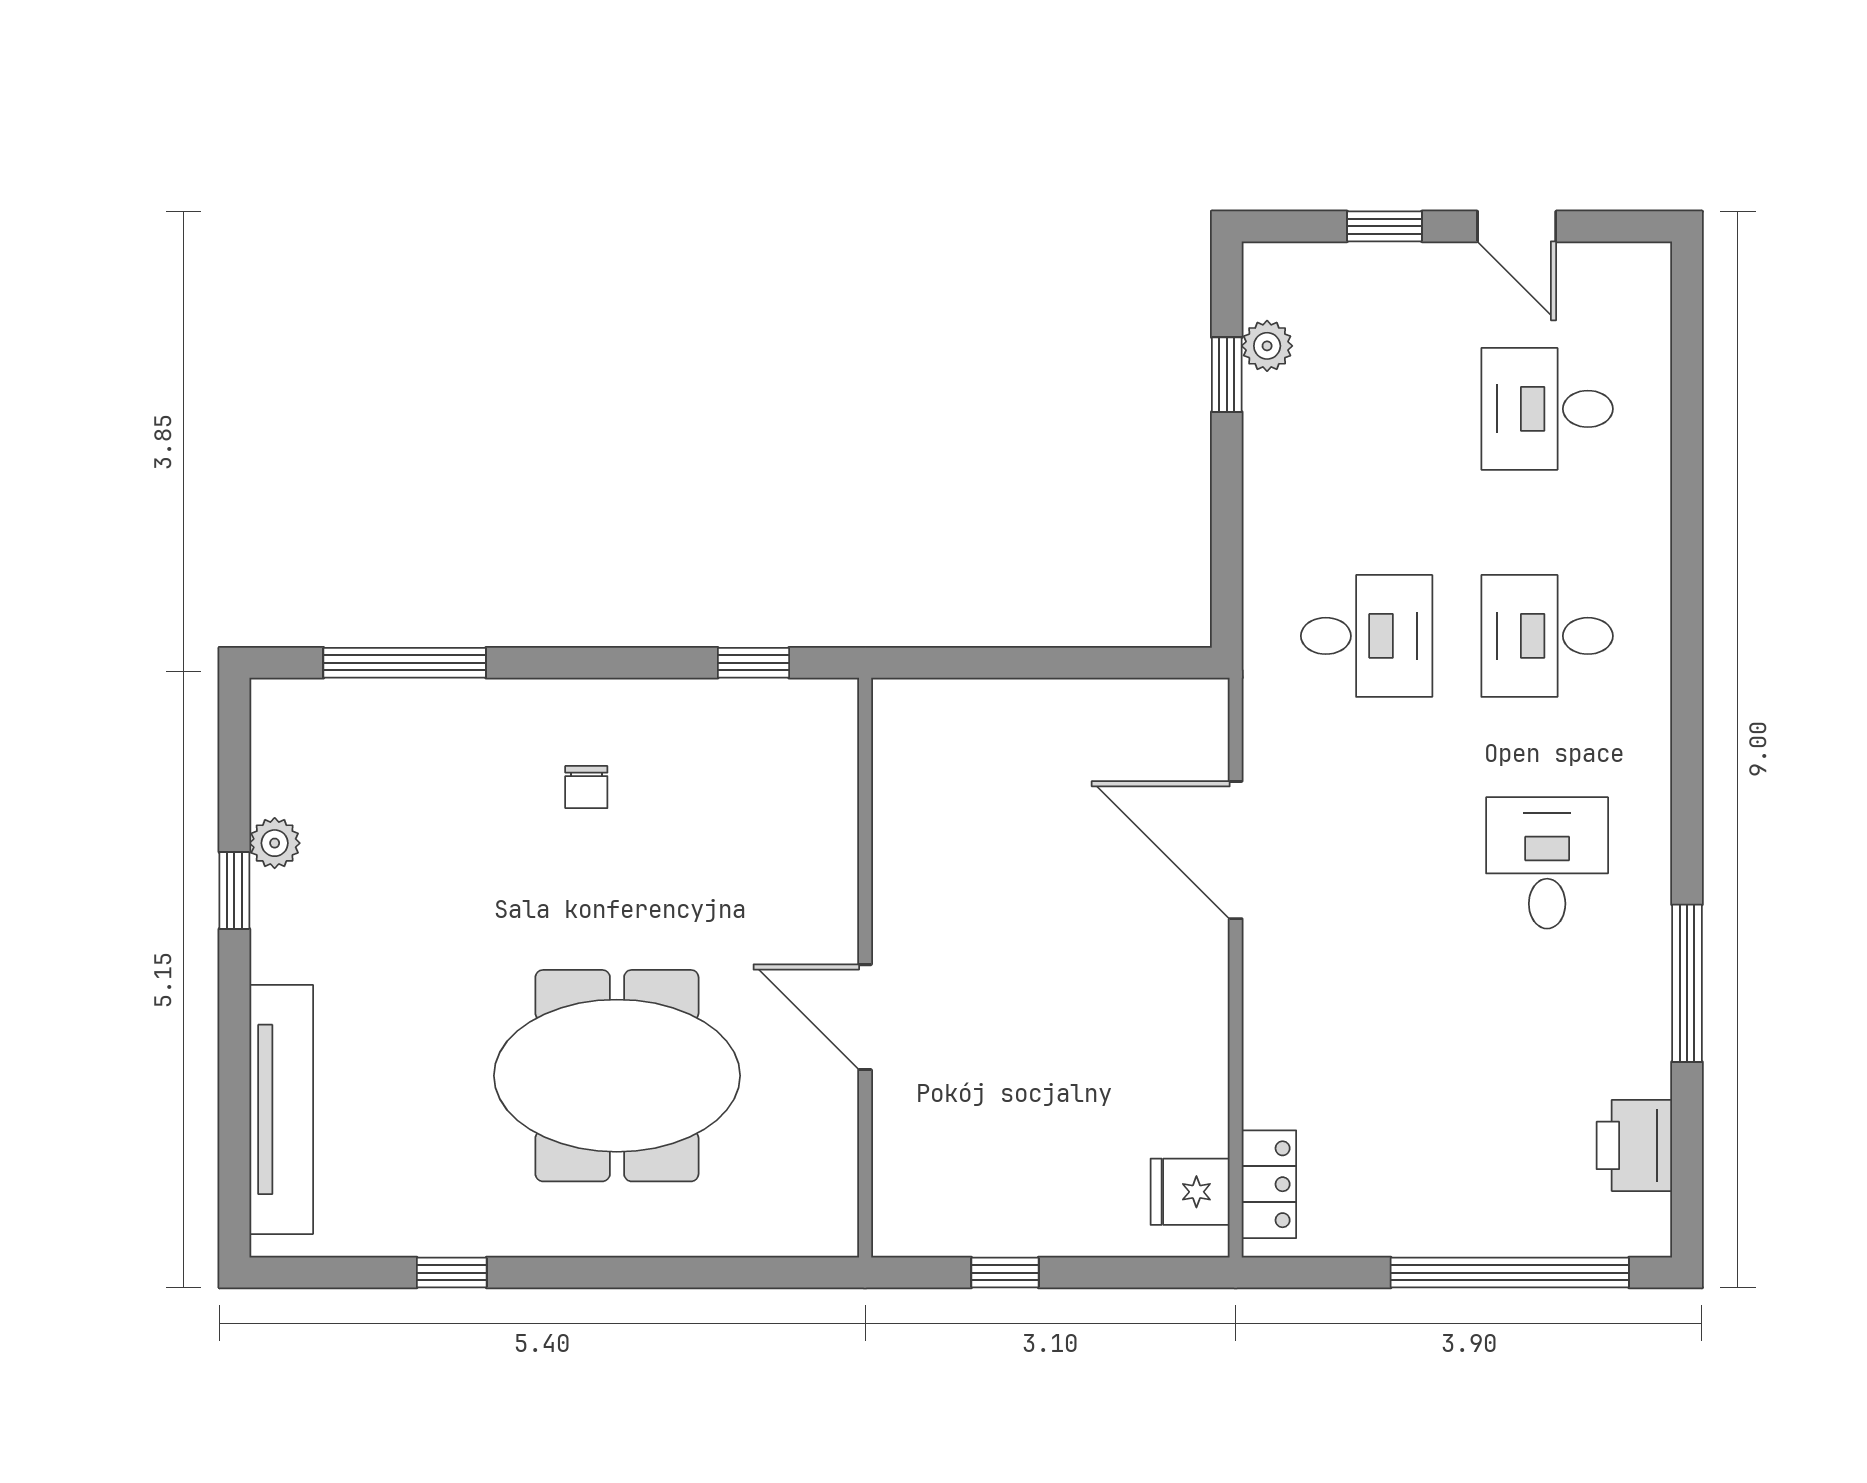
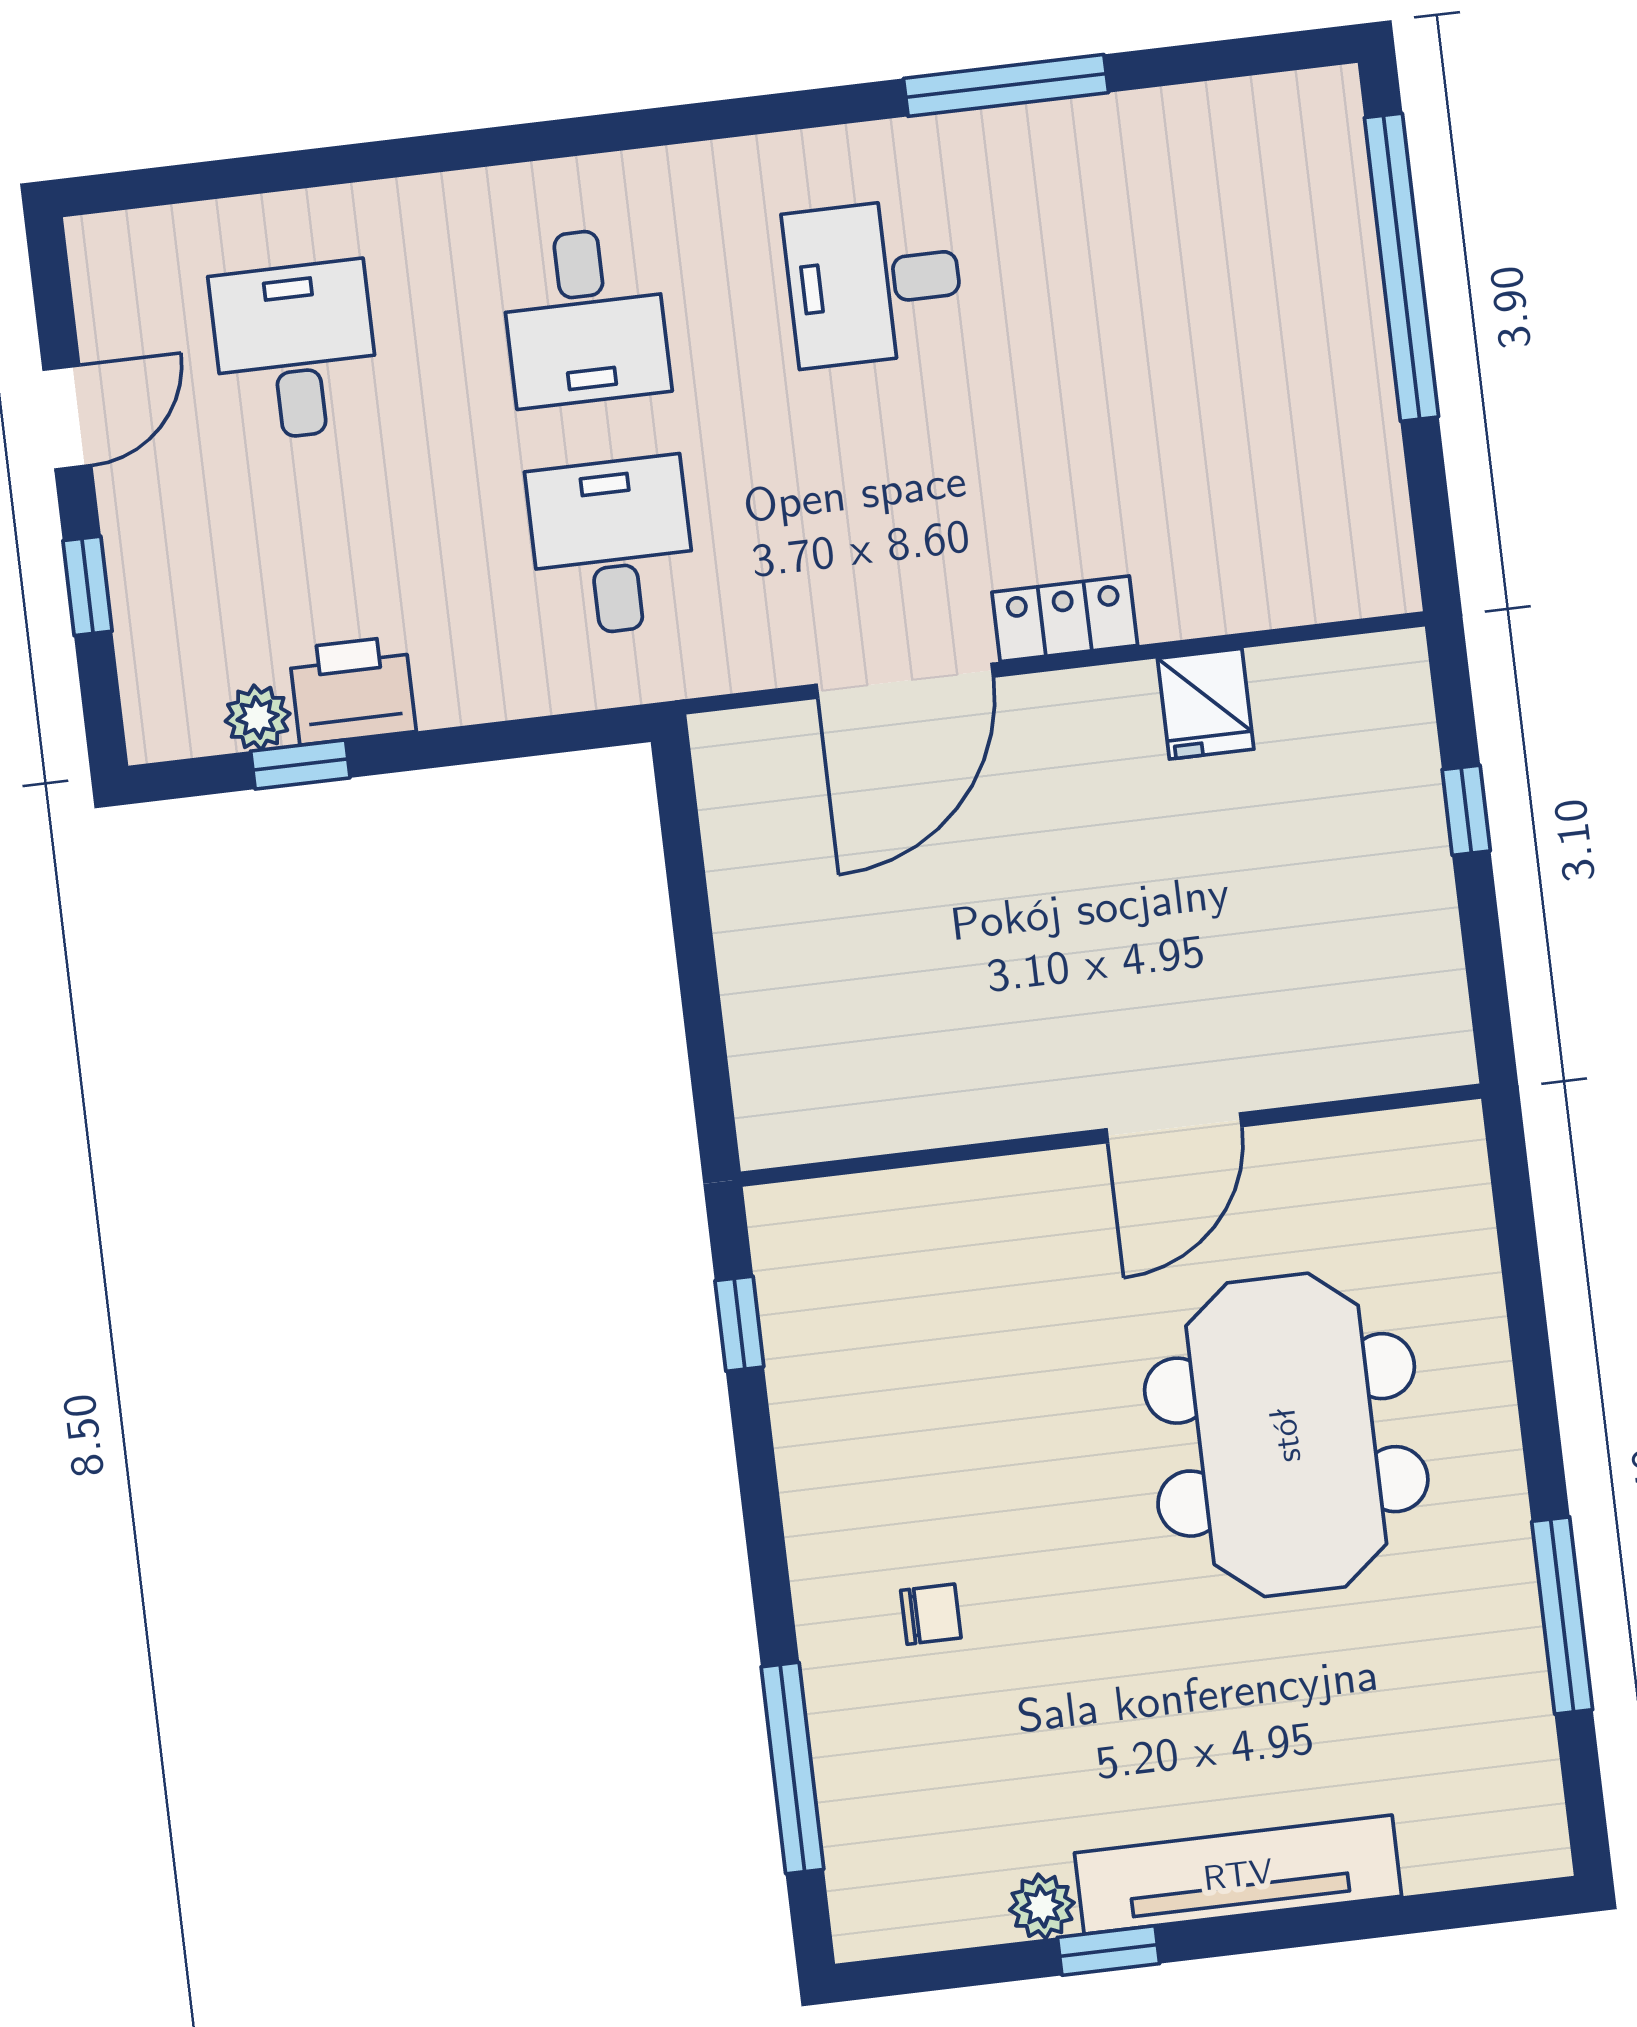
desk: (1547, 409) -> (295, 351), turned 180
chair: (586, 787) -> (931, 1614), moved
tv unit: (281, 1109) -> (1238, 1875), moved
printer: (1634, 1145) -> (352, 690), moved, turned 180
locker: (1269, 1184) -> (1065, 619), moved
fridge: (1190, 1192) -> (1206, 704), moved
window: (452, 1273) -> (1562, 1616), width x2.17
window: (1005, 1273) -> (1466, 810), moved

